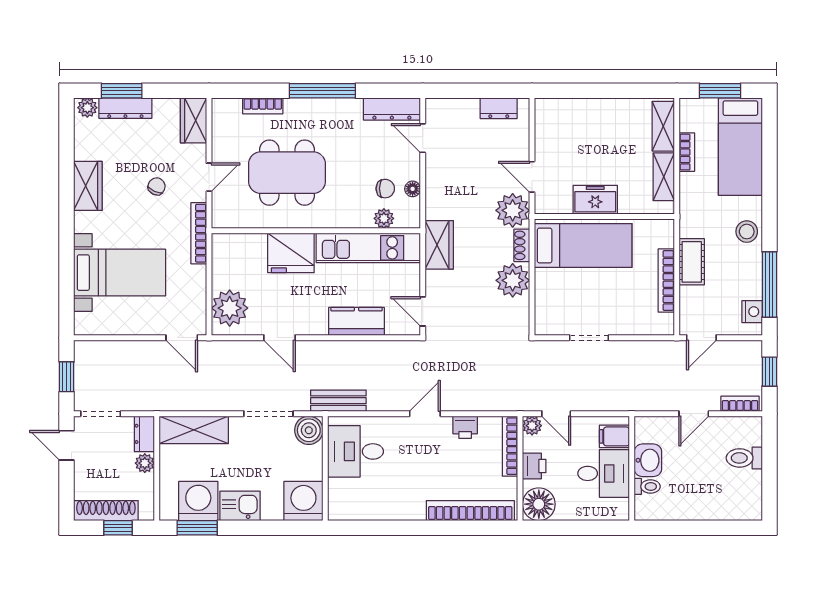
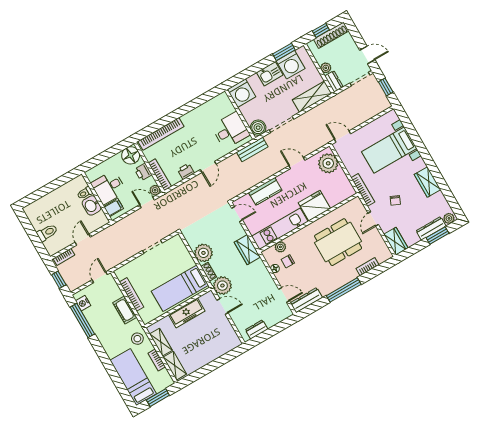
freezer: (595, 200) -> (187, 313), width x1.40
stool: (747, 232) -> (137, 339), moved

